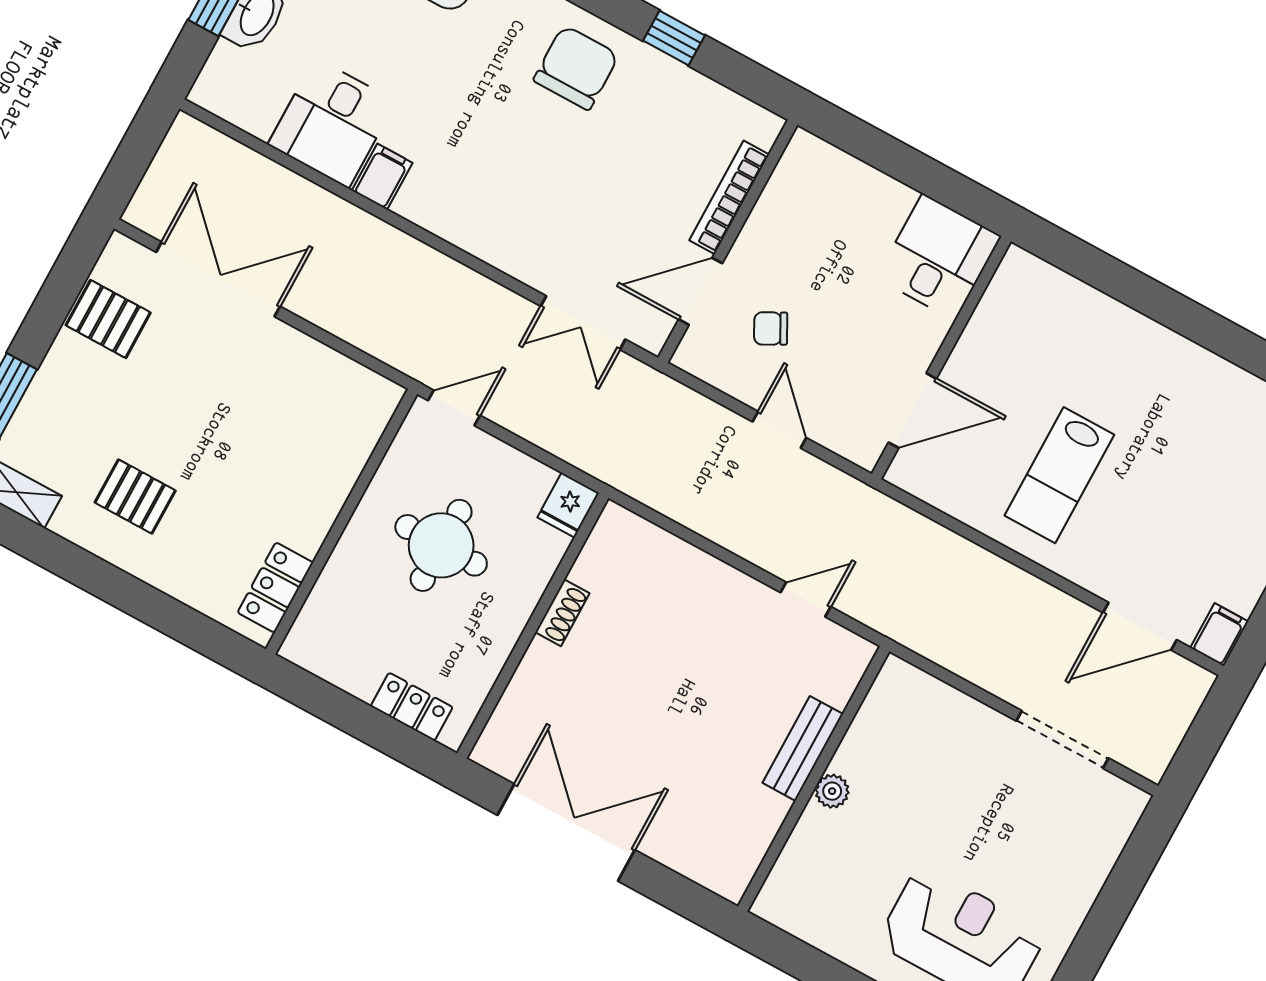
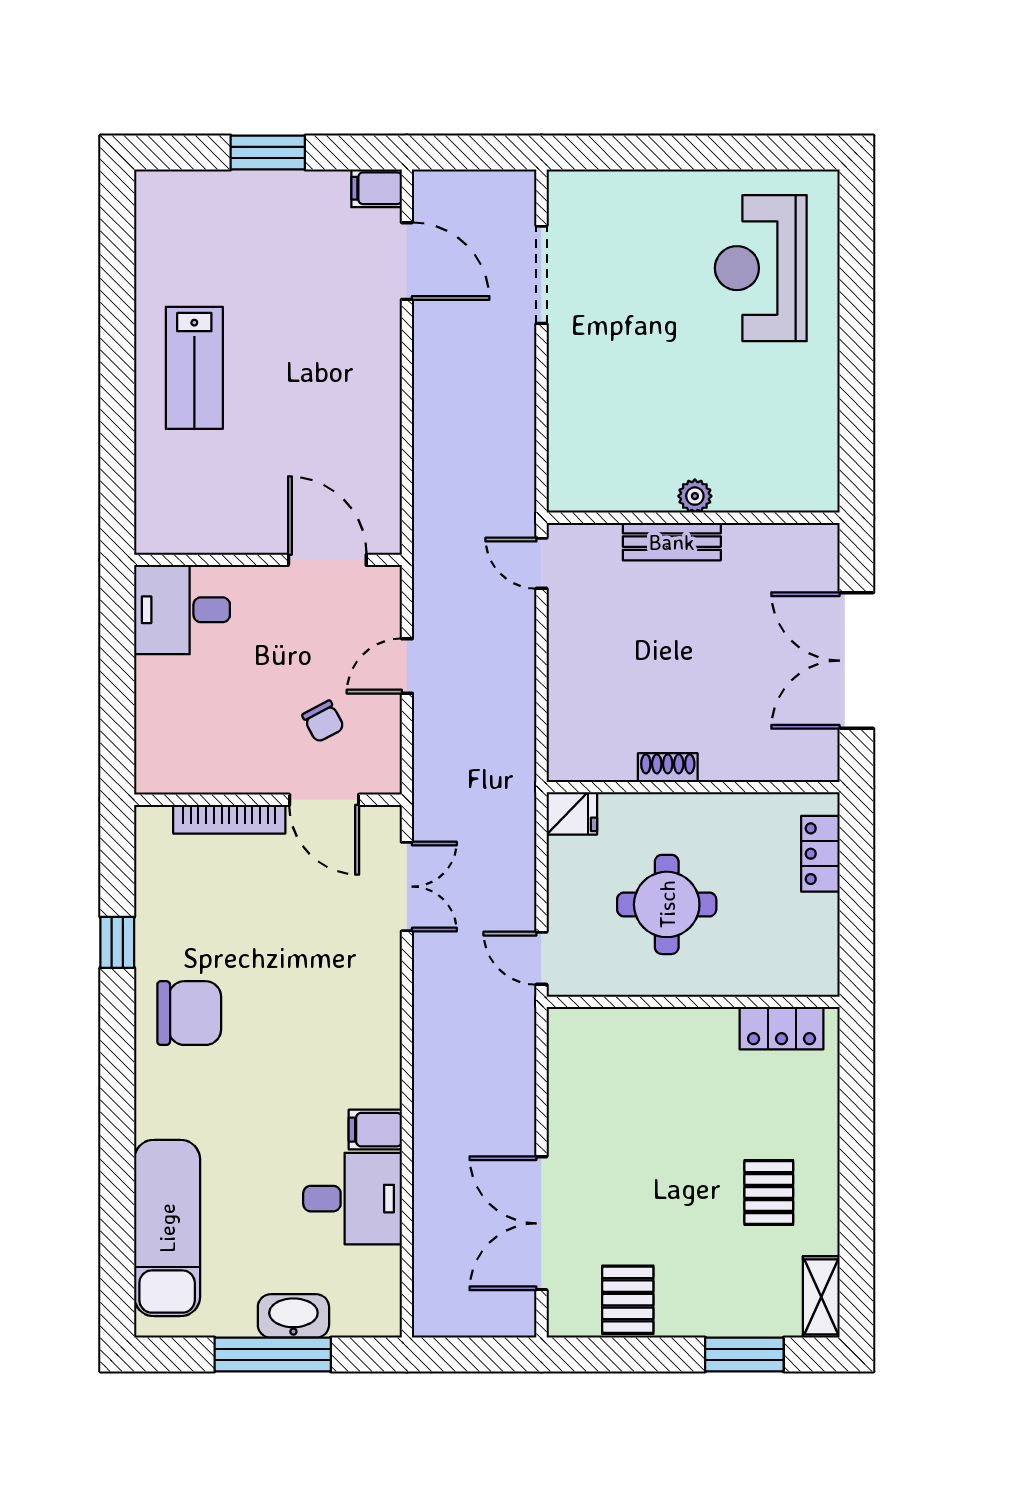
chair: (576, 68) -> (189, 1013), turned 180
lab bench: (1059, 475) -> (194, 368), moved, turned 90
bench: (803, 748) -> (672, 542), moved
wall: (814, 779) -> (693, 518), moved
plant: (832, 791) -> (695, 496), moved

